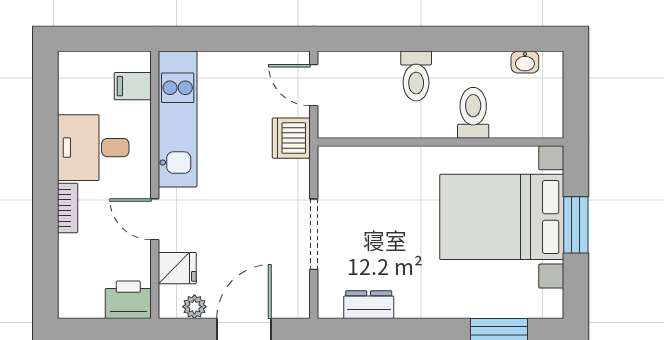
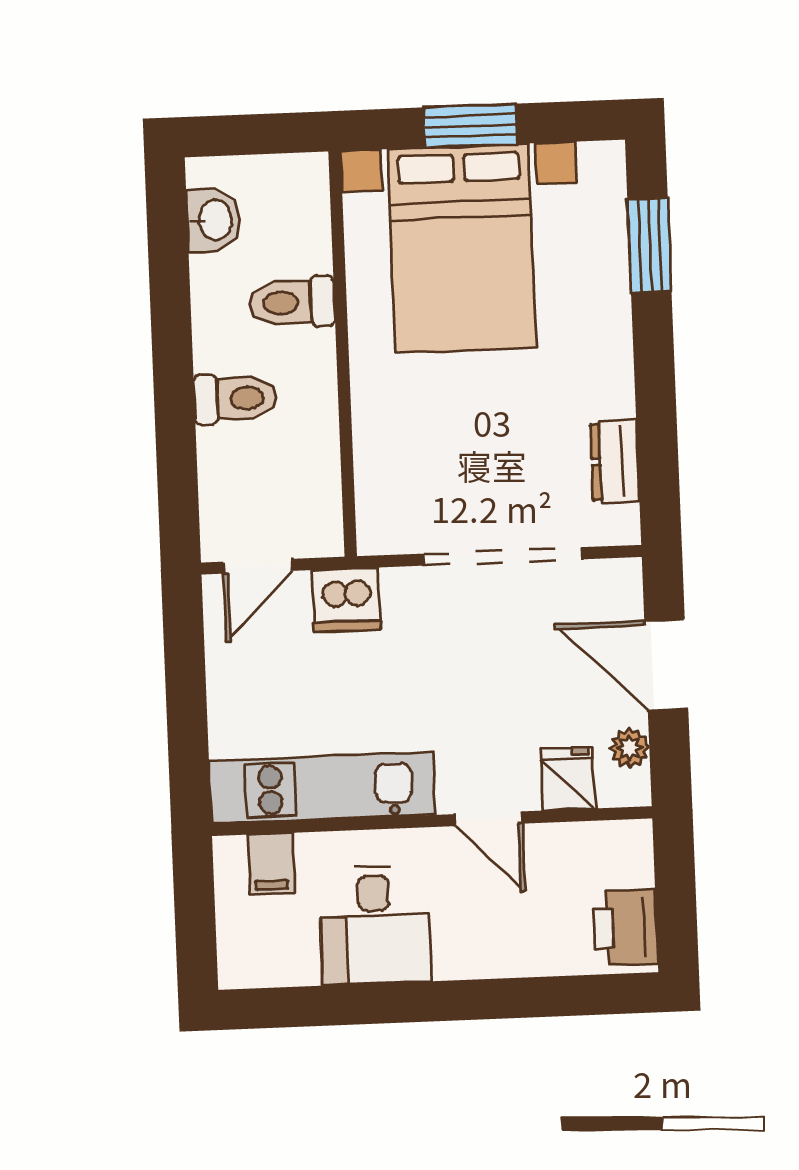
washbasin: (525, 62) -> (214, 220), width x1.38, depth x1.45
bookcase: (68, 208) -> (476, 963), removed
door: (155, 219) -> (489, 819), hinge flipped
doorway: (314, 234) -> (503, 556), width x1.36
printer: (128, 300) -> (626, 927), moved

